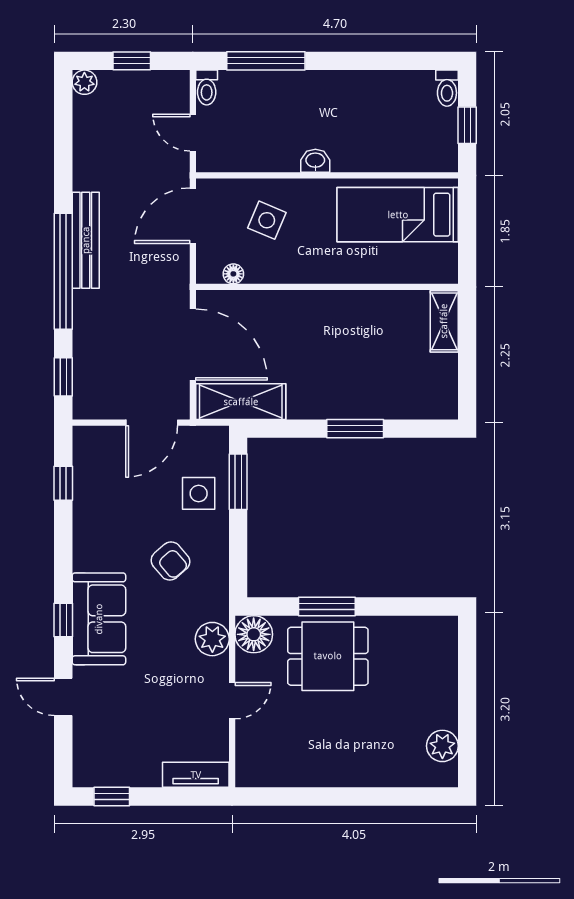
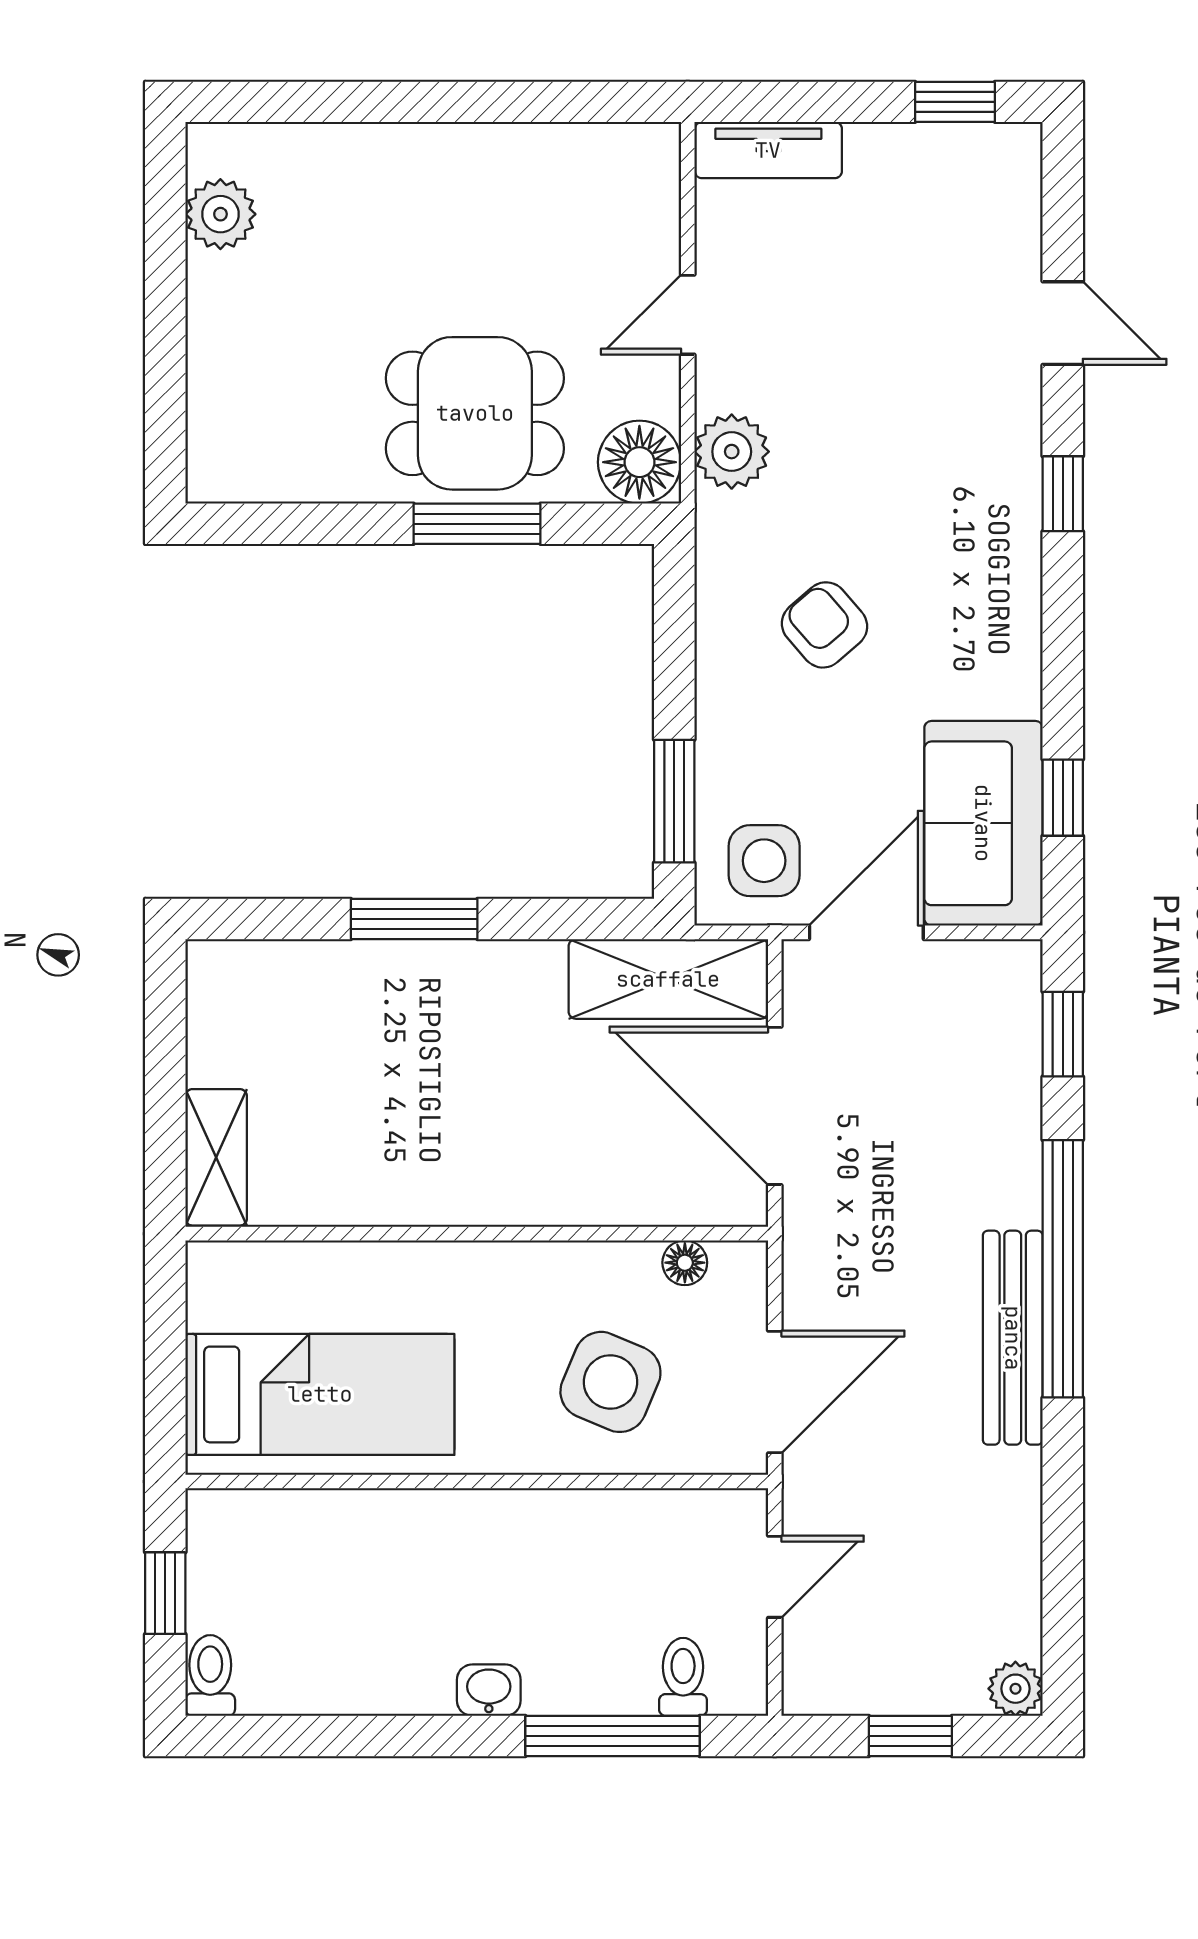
toilet: (207, 87) -> (683, 1677), moved
door: (193, 133) -> (775, 1577), hinge flipped
washbasin: (315, 161) -> (489, 1690), moved, turned 180
side table: (267, 220) -> (610, 1382), width x1.37, depth x1.37
side table: (199, 493) -> (764, 861), moved
sofa: (99, 619) -> (983, 823), moved

